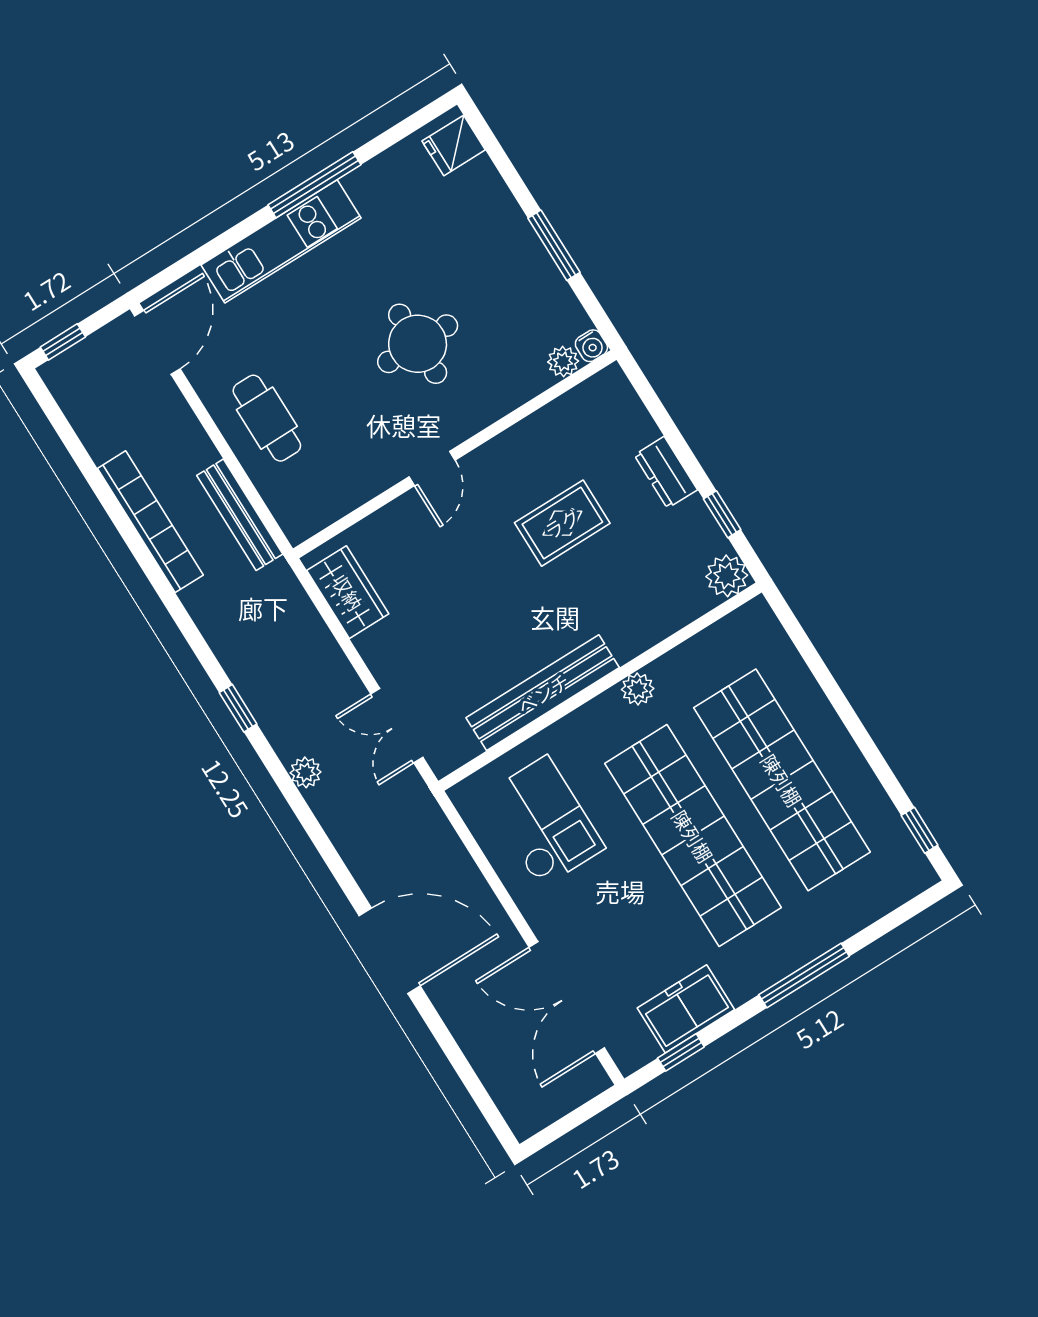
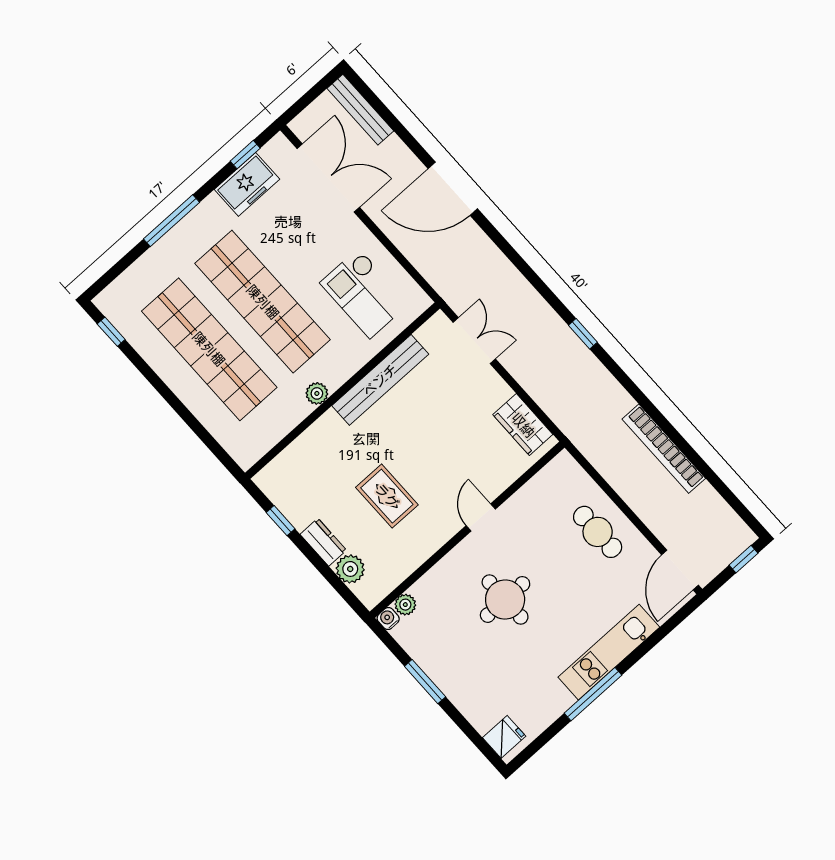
bench: (240, 515) -> (360, 110), moved
rug: (562, 523) -> (387, 496), turned 90
plant: (727, 576) -> (350, 569), moved
plant: (306, 772) -> (530, 299), removed

